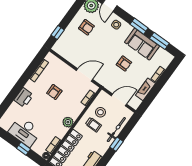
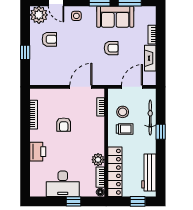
window: (58, 33) -> (25, 52), moved
plant: (68, 122) -> (98, 160), moved

